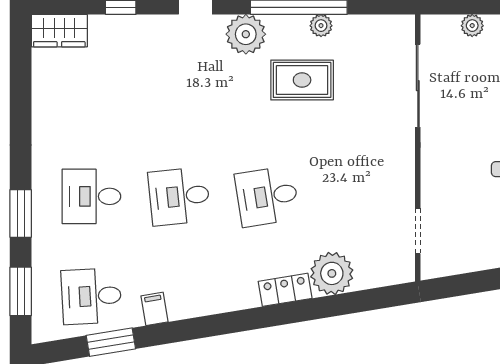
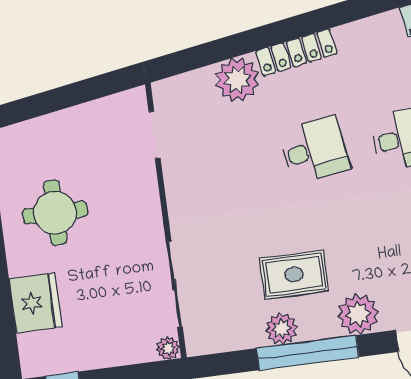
plant: (321, 26) -> (281, 329), width x1.38, depth x1.38
plant: (472, 26) -> (168, 348), moved
locker: (285, 290) -> (296, 52), width x1.53

